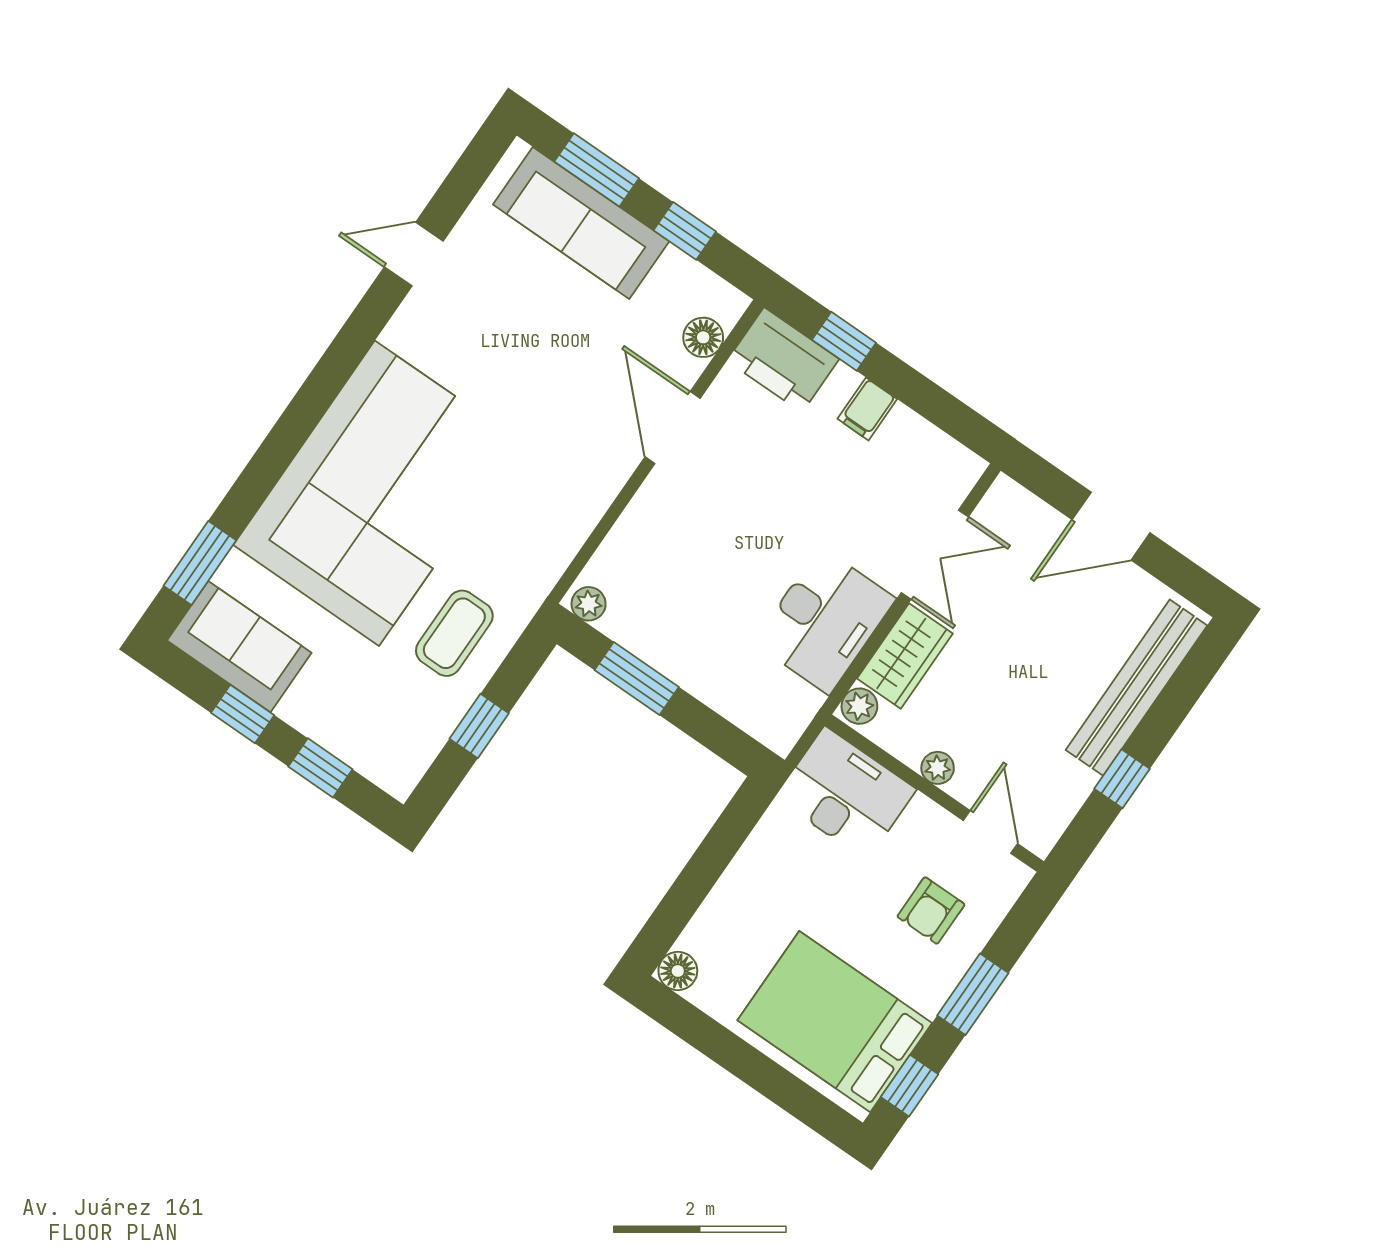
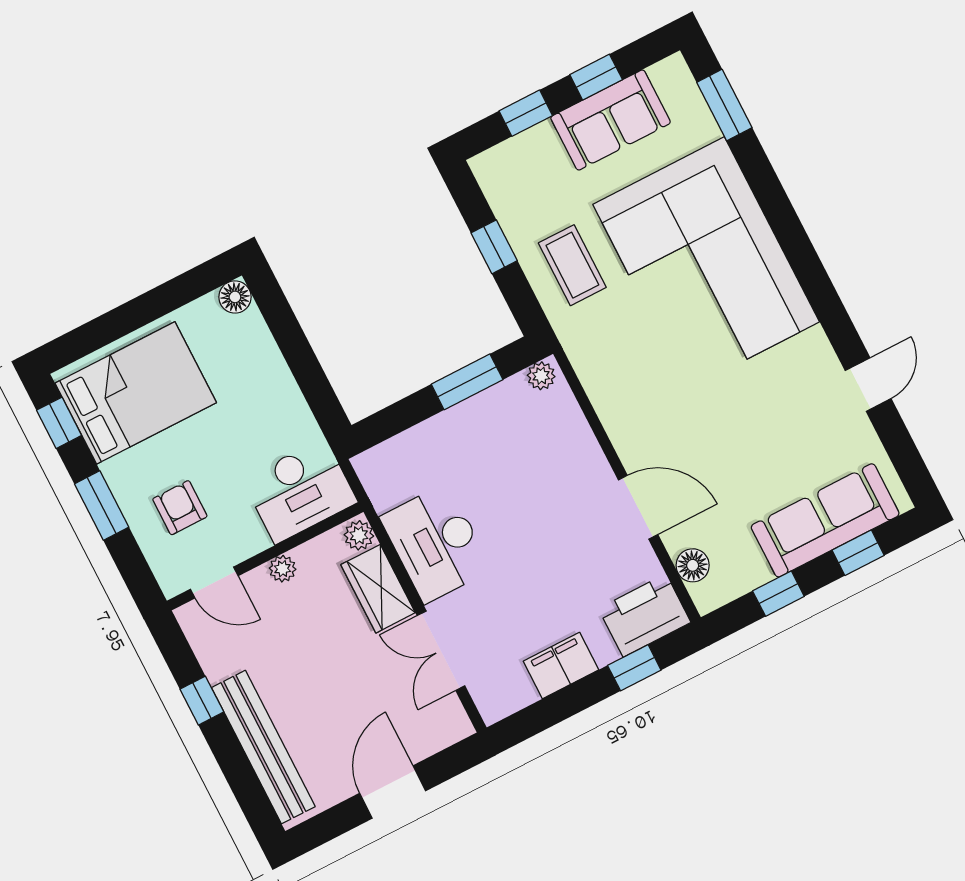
window: (597, 170) -> (858, 553), width x0.67
filing cabinet: (867, 409) -> (561, 665), width x2.00
sofa: (239, 647) -> (611, 120), moved

